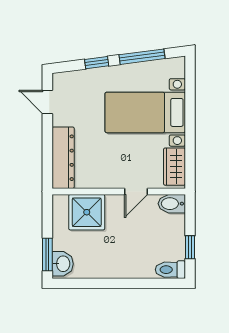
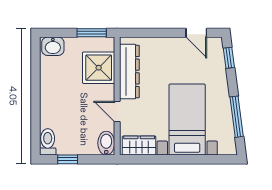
window: (97, 63) -> (229, 58), moved
door: (47, 102) -> (196, 33), swing flipped
dresser: (63, 158) -> (129, 72), moved, turned -90
window: (47, 254) -> (92, 33), moved

